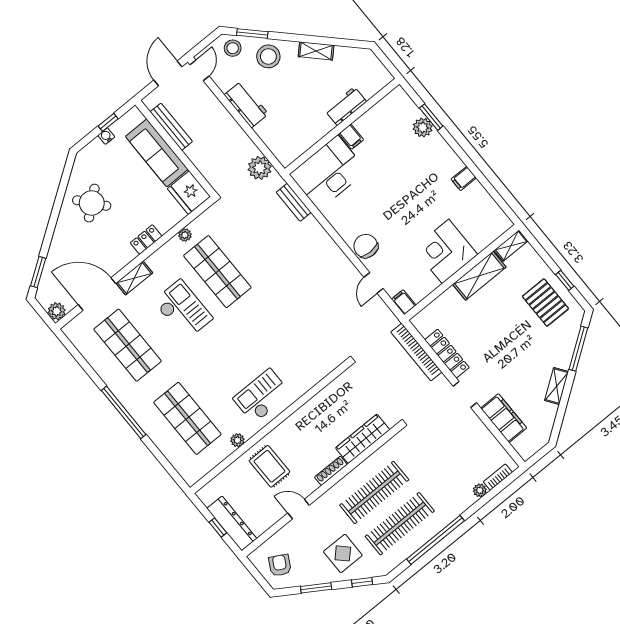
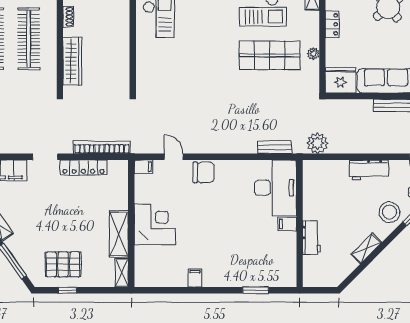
plant: (423, 127) -> (253, 278), removed
shoe rack: (331, 471) -> (68, 17), width x0.70

